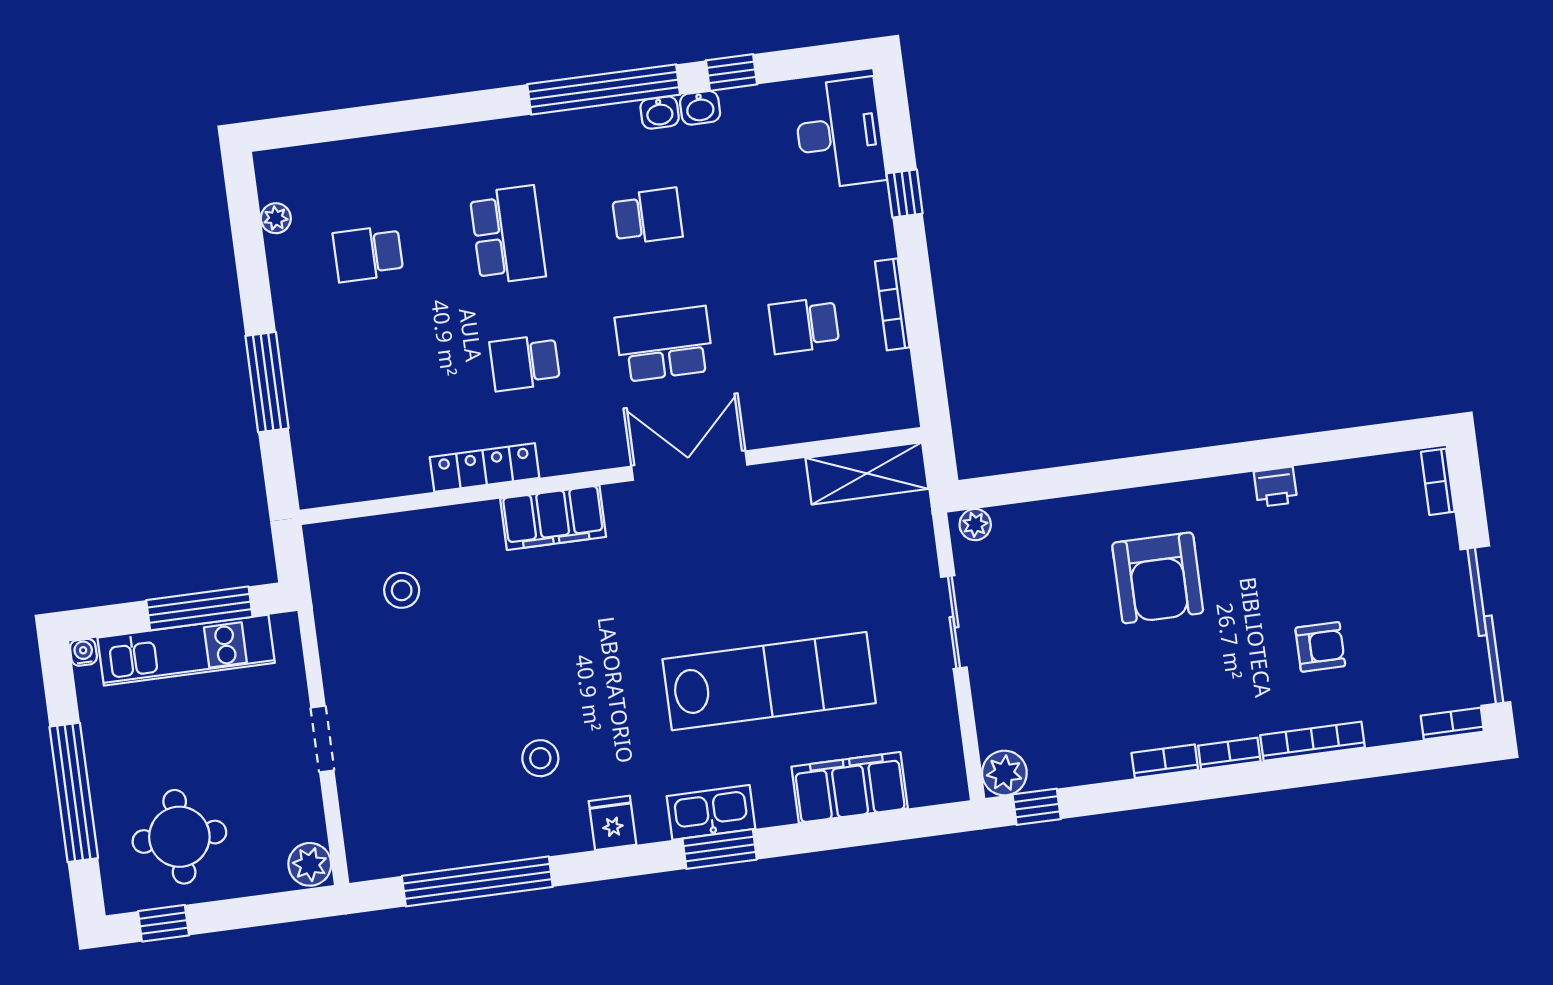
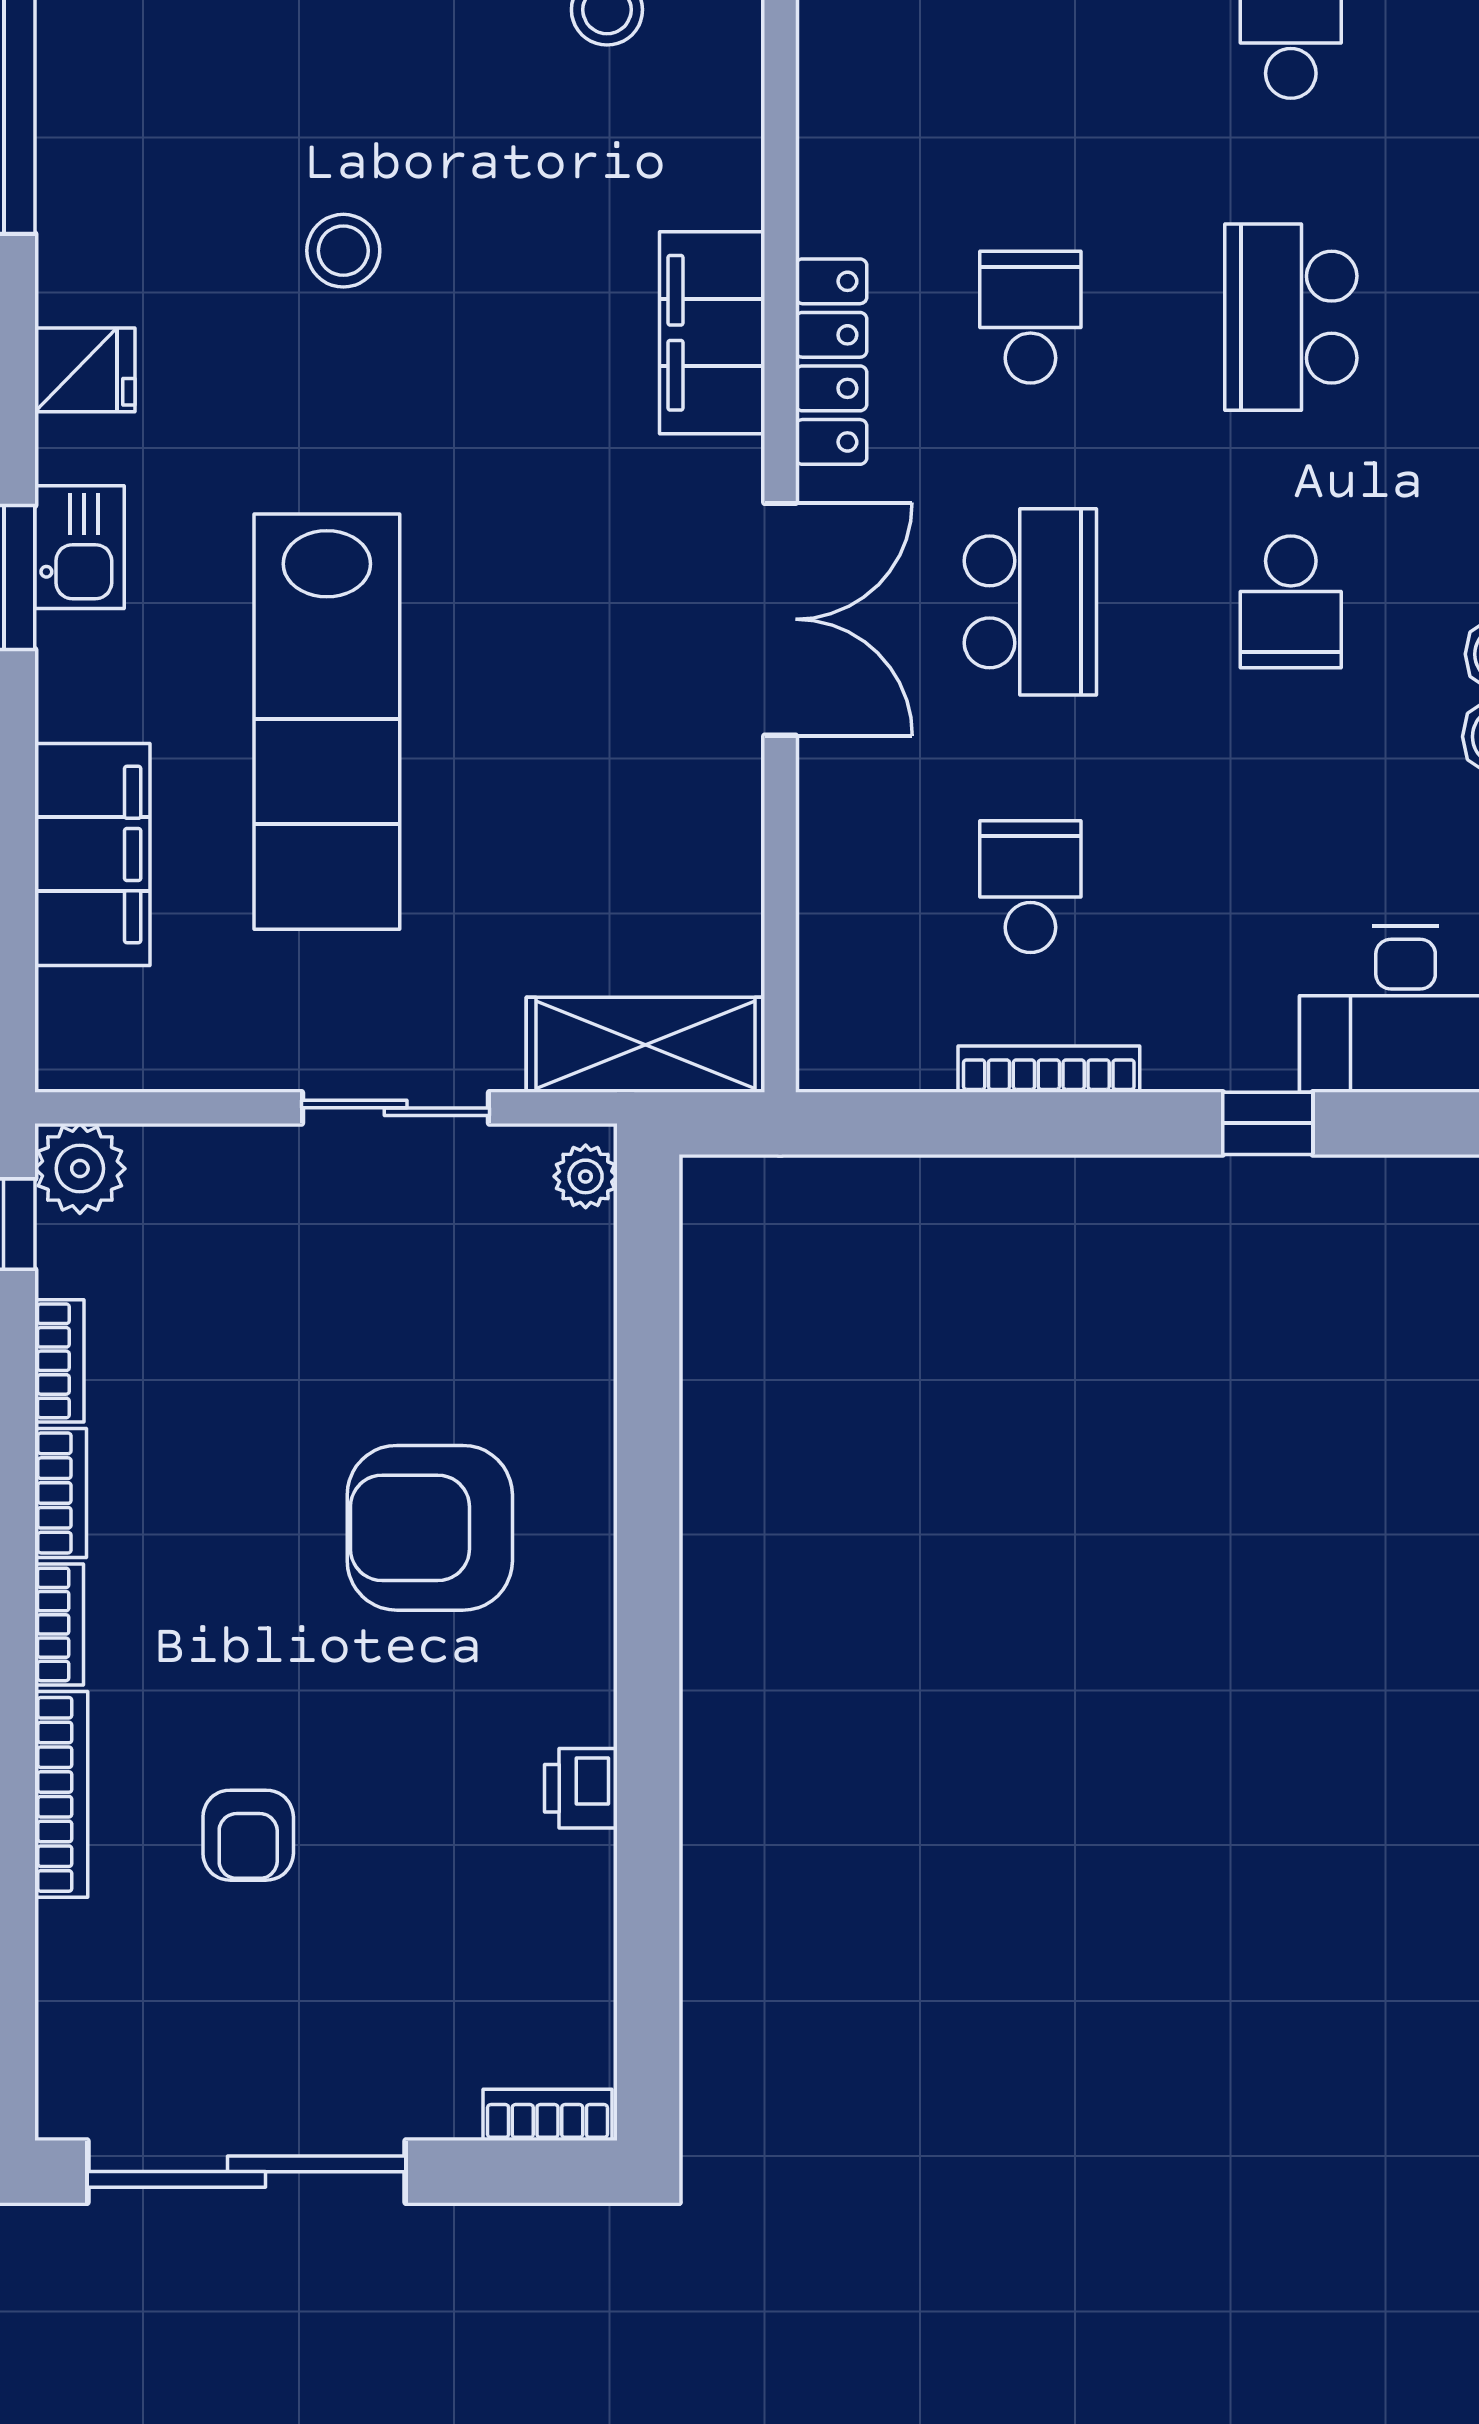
school desk: (508, 235) -> (1291, 317), turned 90
locker: (485, 467) -> (831, 362), moved
shelving: (867, 473) -> (646, 1045), moved, turned 90
bookcase: (1452, 724) -> (59, 1361), moved
stool: (540, 758) -> (343, 251), moved
kitchen sink: (711, 812) -> (79, 547), width x0.73

